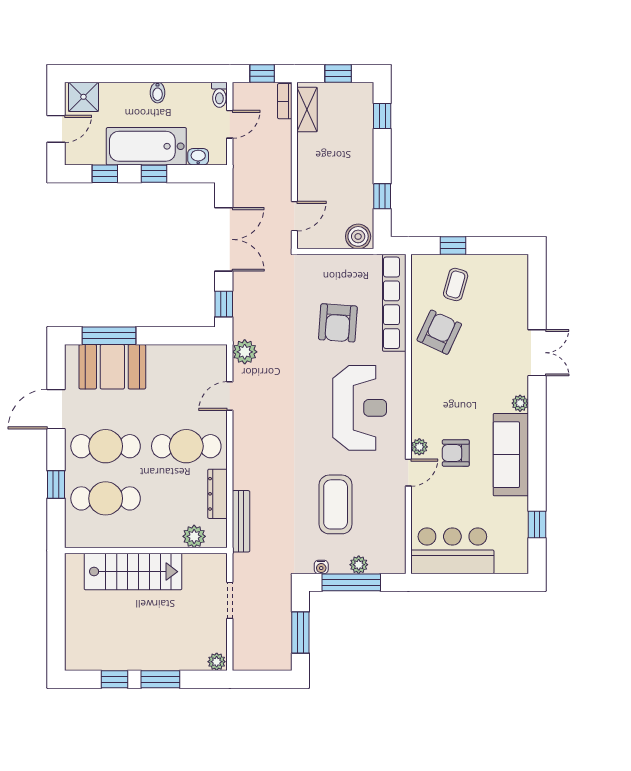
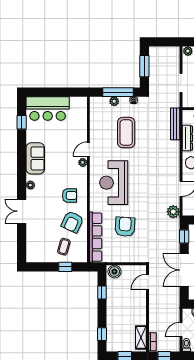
armchair: (456, 453) -> (69, 195), moved
sofa: (511, 455) -> (35, 158), width x0.73
bar counter: (452, 551) -> (48, 109), moved

